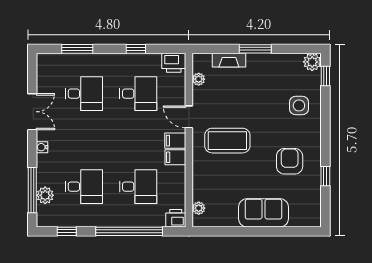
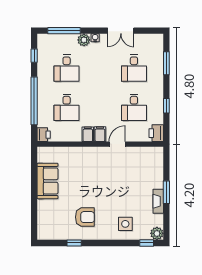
fireplace: (229, 60) -> (158, 201), moved
plant: (199, 79) -> (144, 151), removed
coffee table: (227, 141) -> (100, 172), removed
plant: (45, 195) -> (84, 40), moved
plant: (199, 208) -> (51, 151), removed
sofa: (264, 213) -> (48, 181), moved

